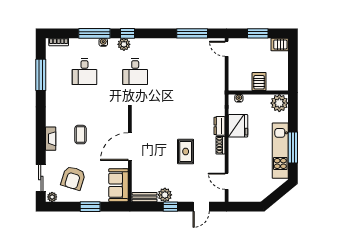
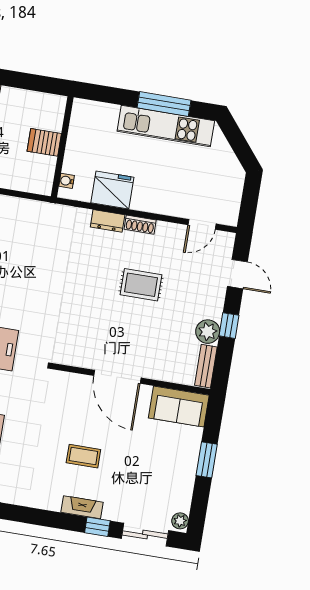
plant: (279, 103) -> (86, 114), removed
window: (41, 149) -> (97, 527), added
armchair: (73, 178) -> (154, 480), removed

